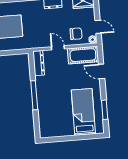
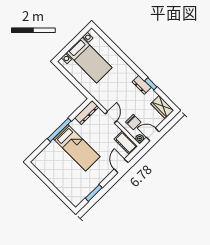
door: (98, 27) -> (153, 134), swing flipped
cot: (83, 55) -> (126, 143), width x0.73, depth x0.75
bed: (83, 112) -> (77, 148), moved, turned 90

